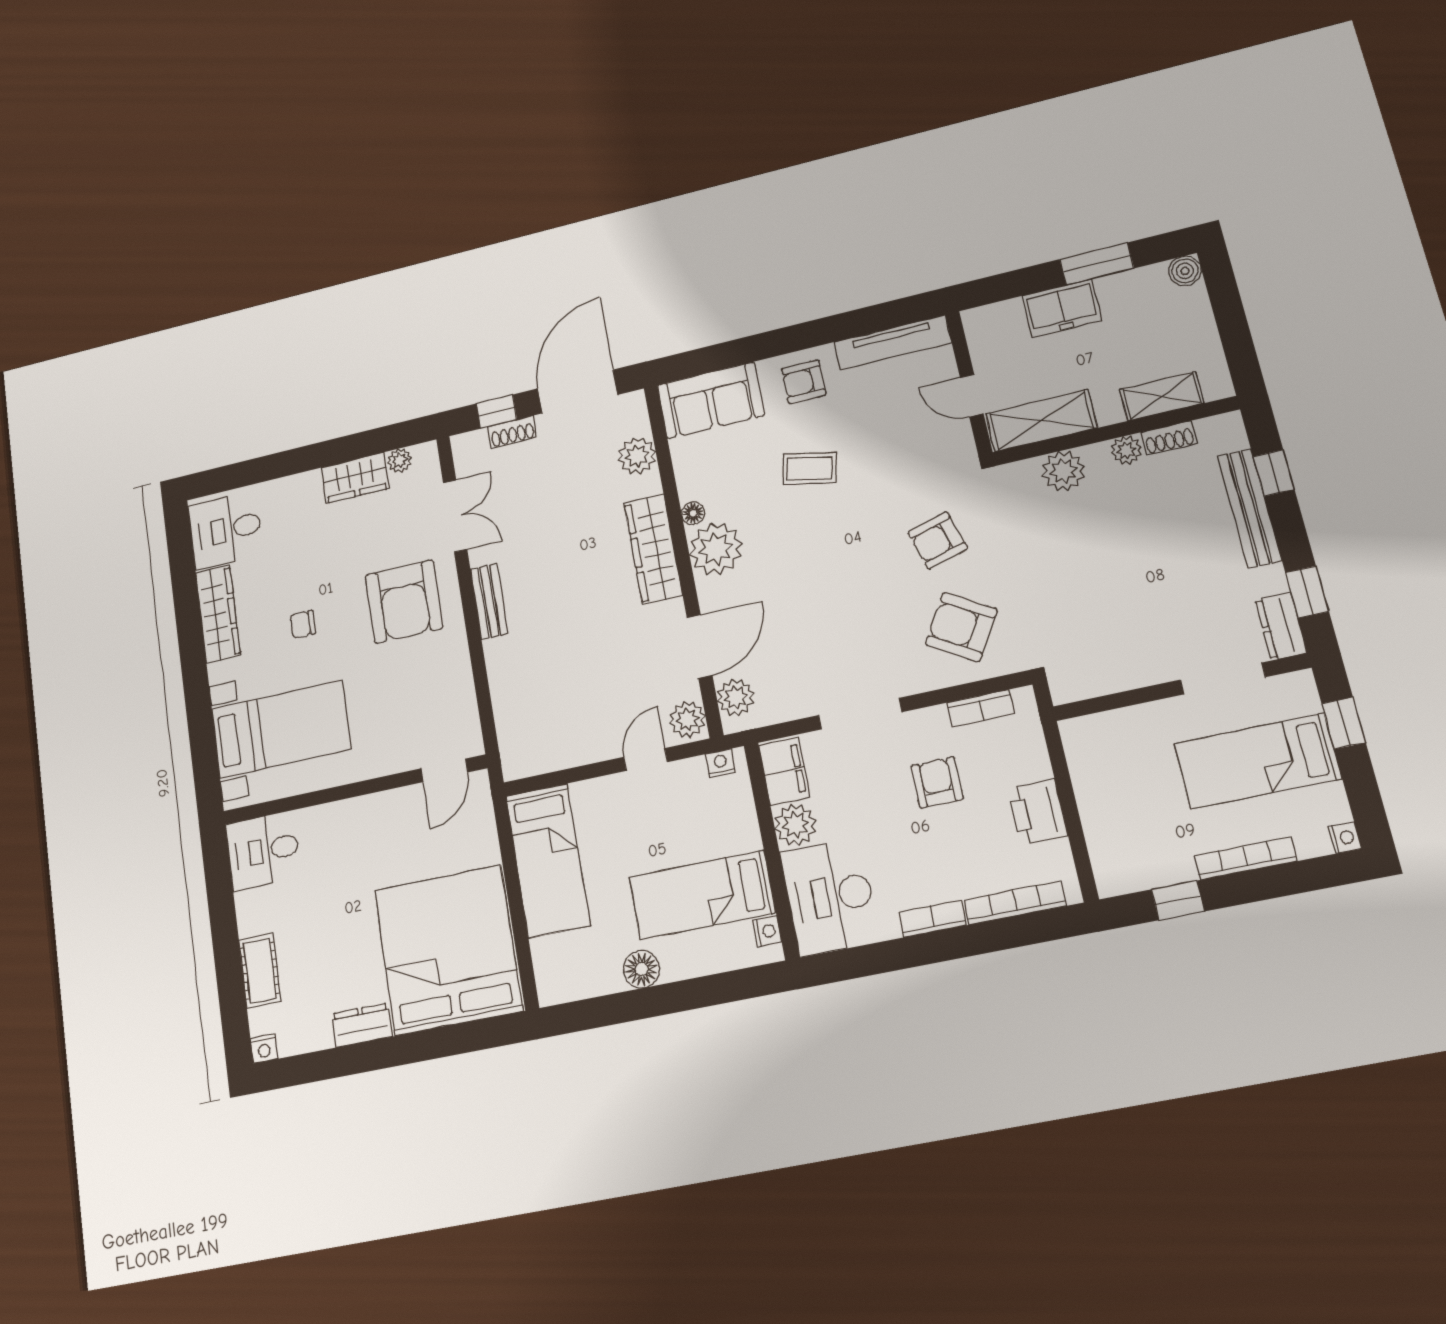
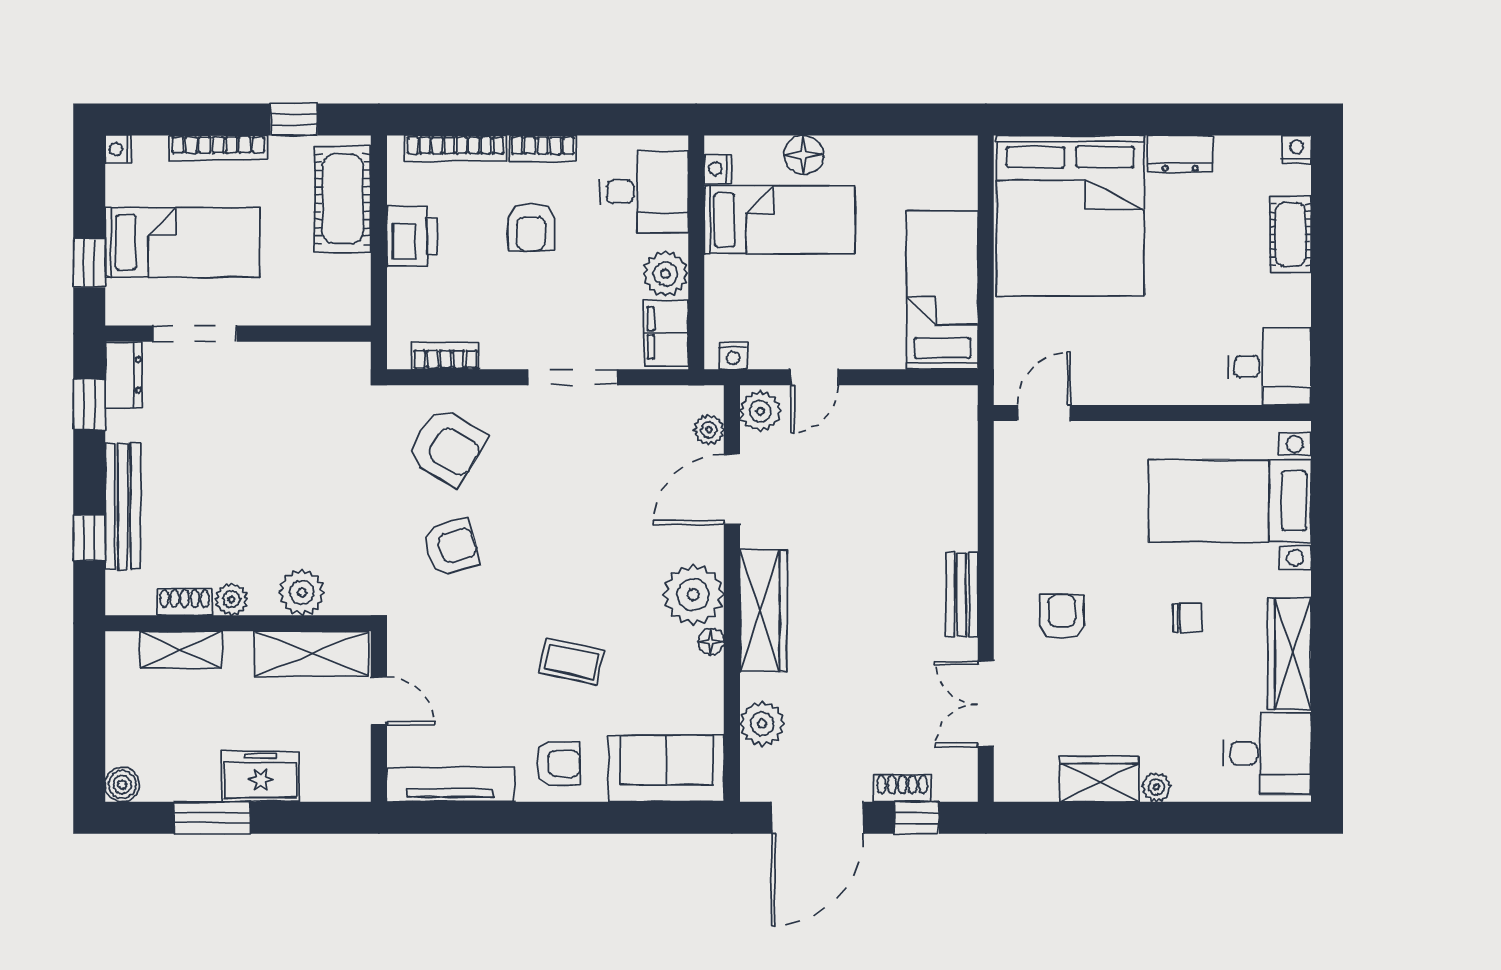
plant: (400, 460) -> (1156, 787), moved
armchair: (404, 602) -> (1062, 617), width x0.53, depth x0.53
plant: (736, 697) -> (709, 430), width x0.73, depth x0.73
armchair: (937, 782) -> (531, 227), moved
cot: (1112, 833) -> (343, 199), added
desk: (830, 897) -> (644, 192), width x0.73
floor lamp: (641, 969) -> (804, 155), moved

